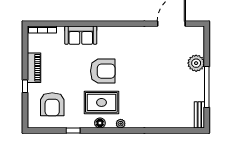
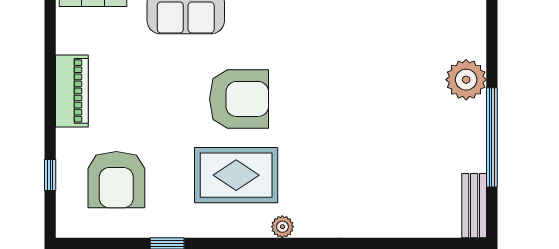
window: (25, 86) -> (50, 175), moved
floor lamp: (100, 123) -> (232, 225), removed

